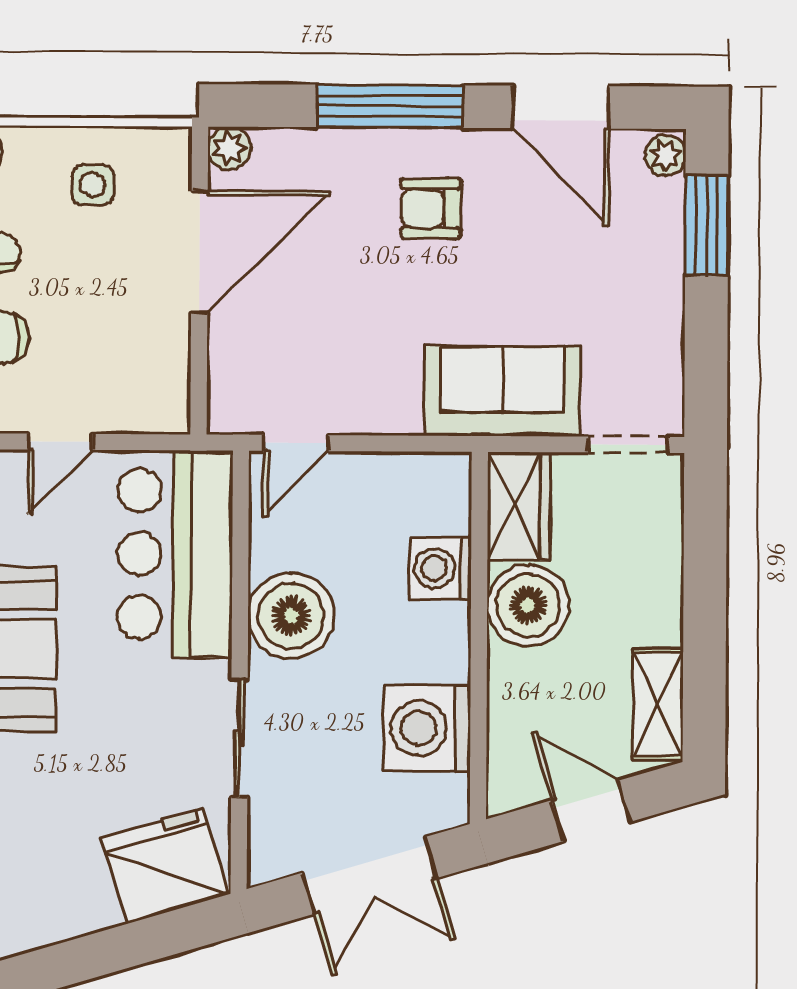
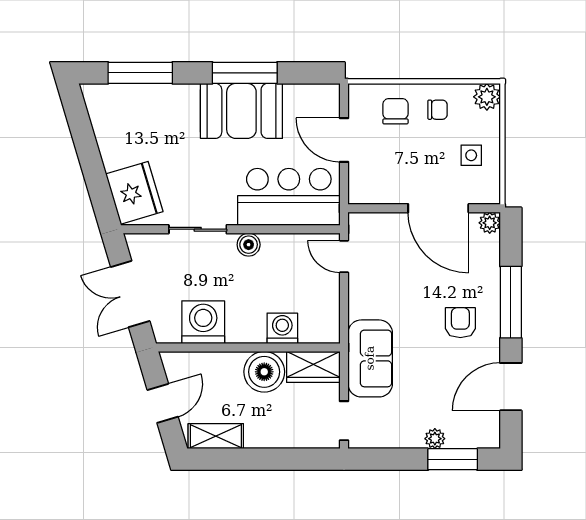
plant: (665, 155) -> (435, 439), moved
door: (61, 442) -> (344, 140), width x1.37
boiler: (291, 616) -> (249, 245), width x0.54, depth x0.54

